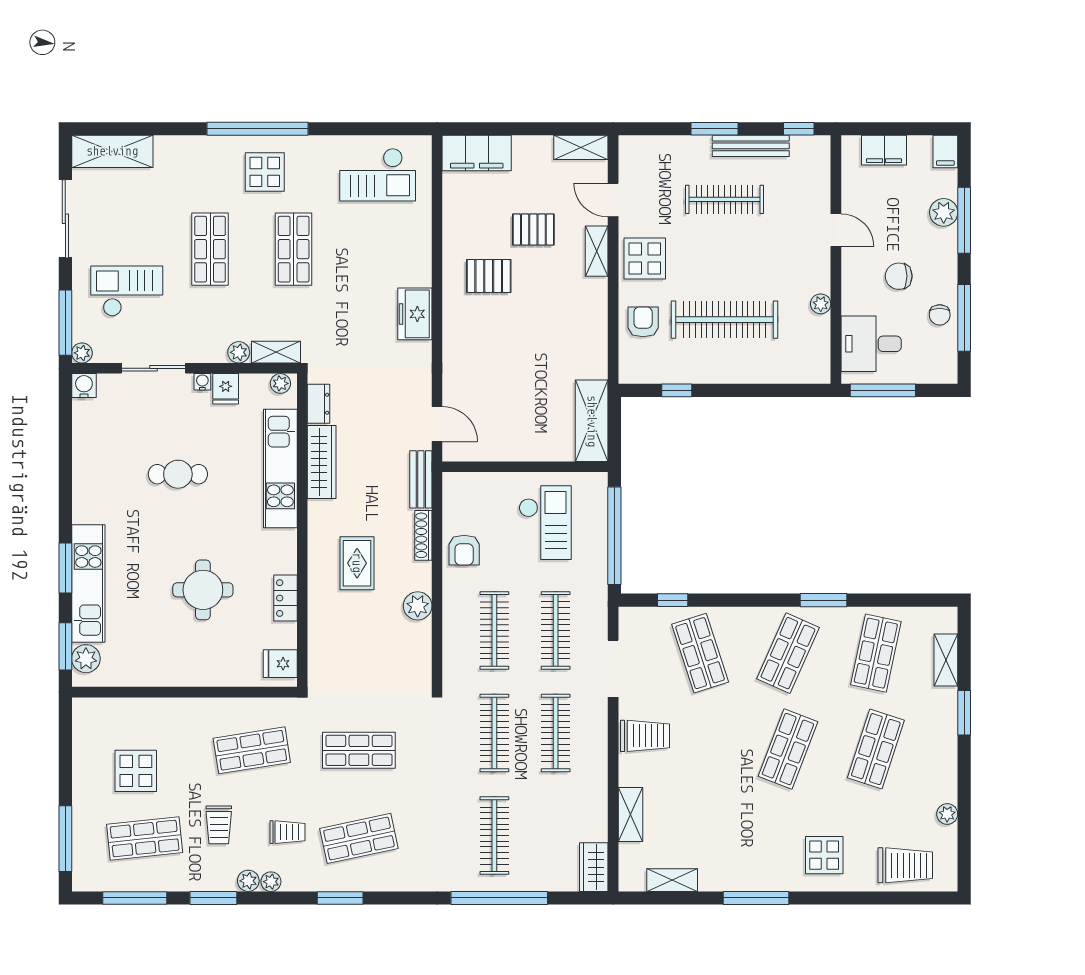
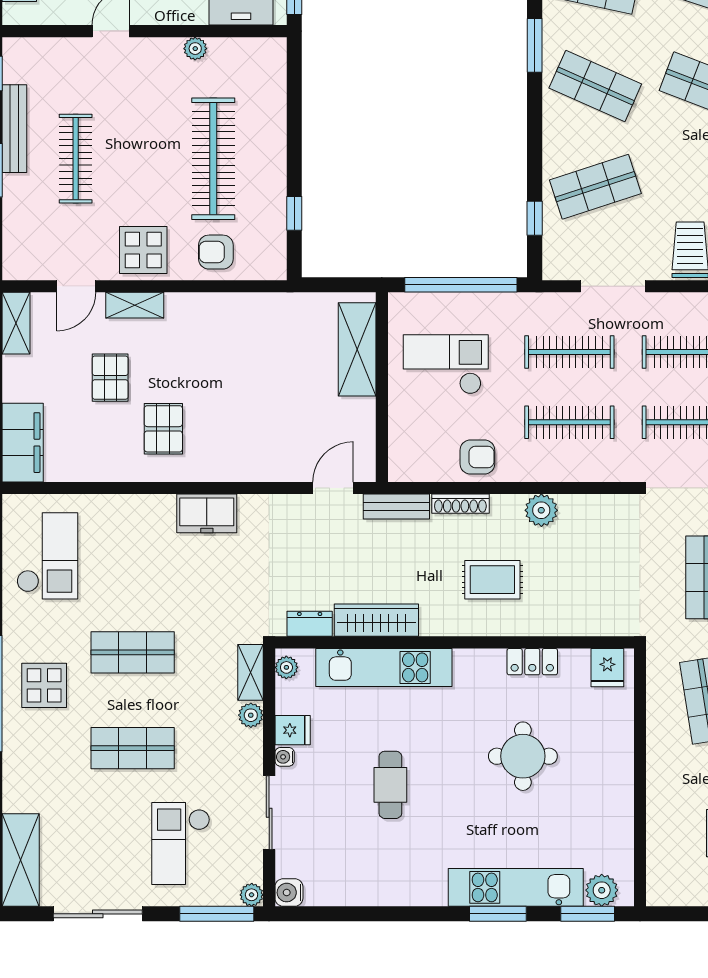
shelving: (592, 421) -> (357, 349), moved, turned 90

